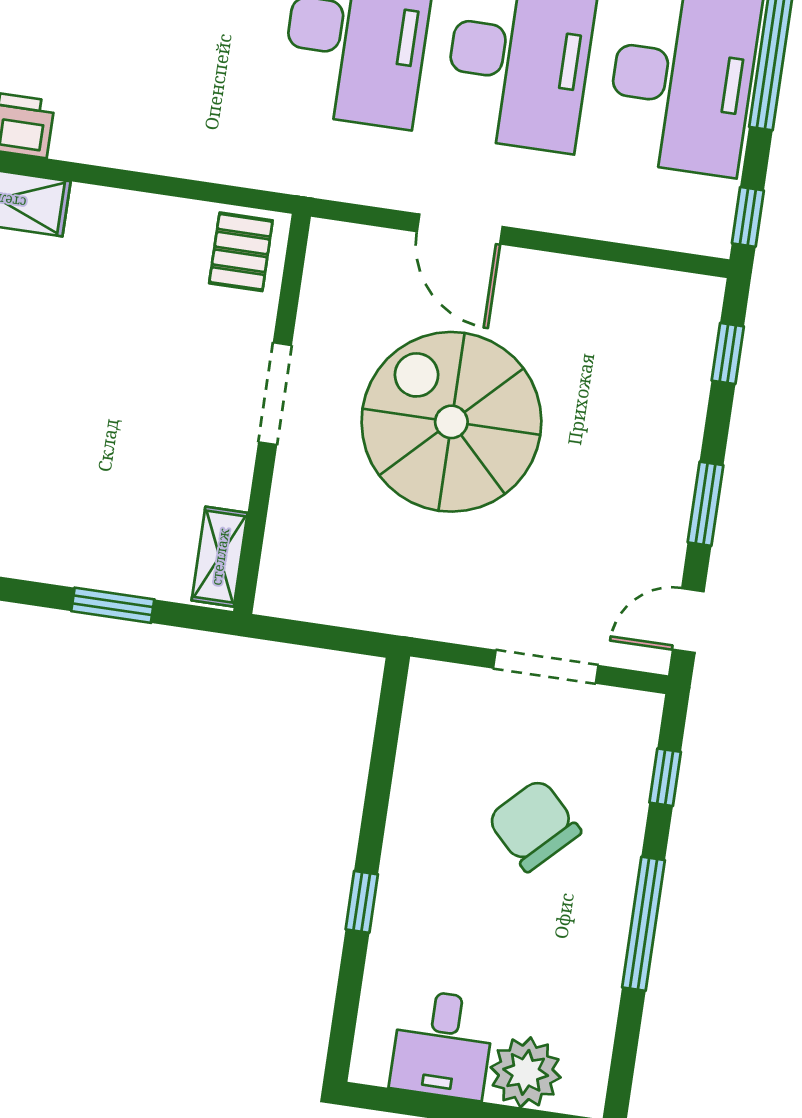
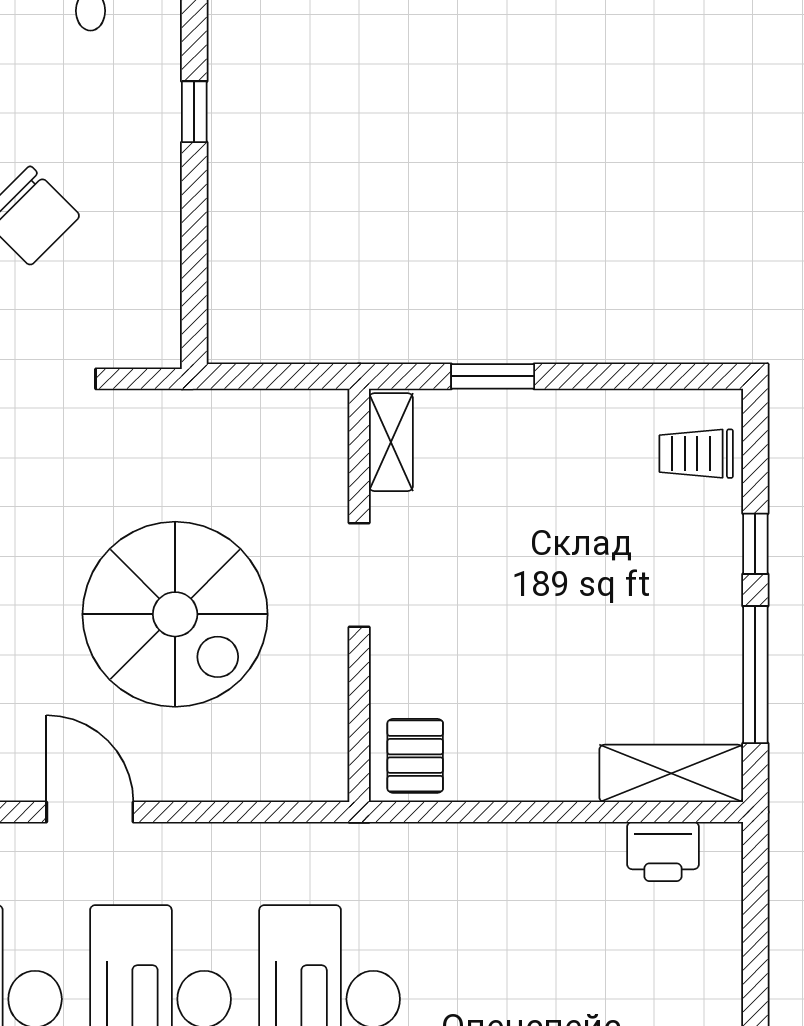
door: (460, 229) -> (90, 812), moved
doorway: (275, 394) -> (359, 575), moved

